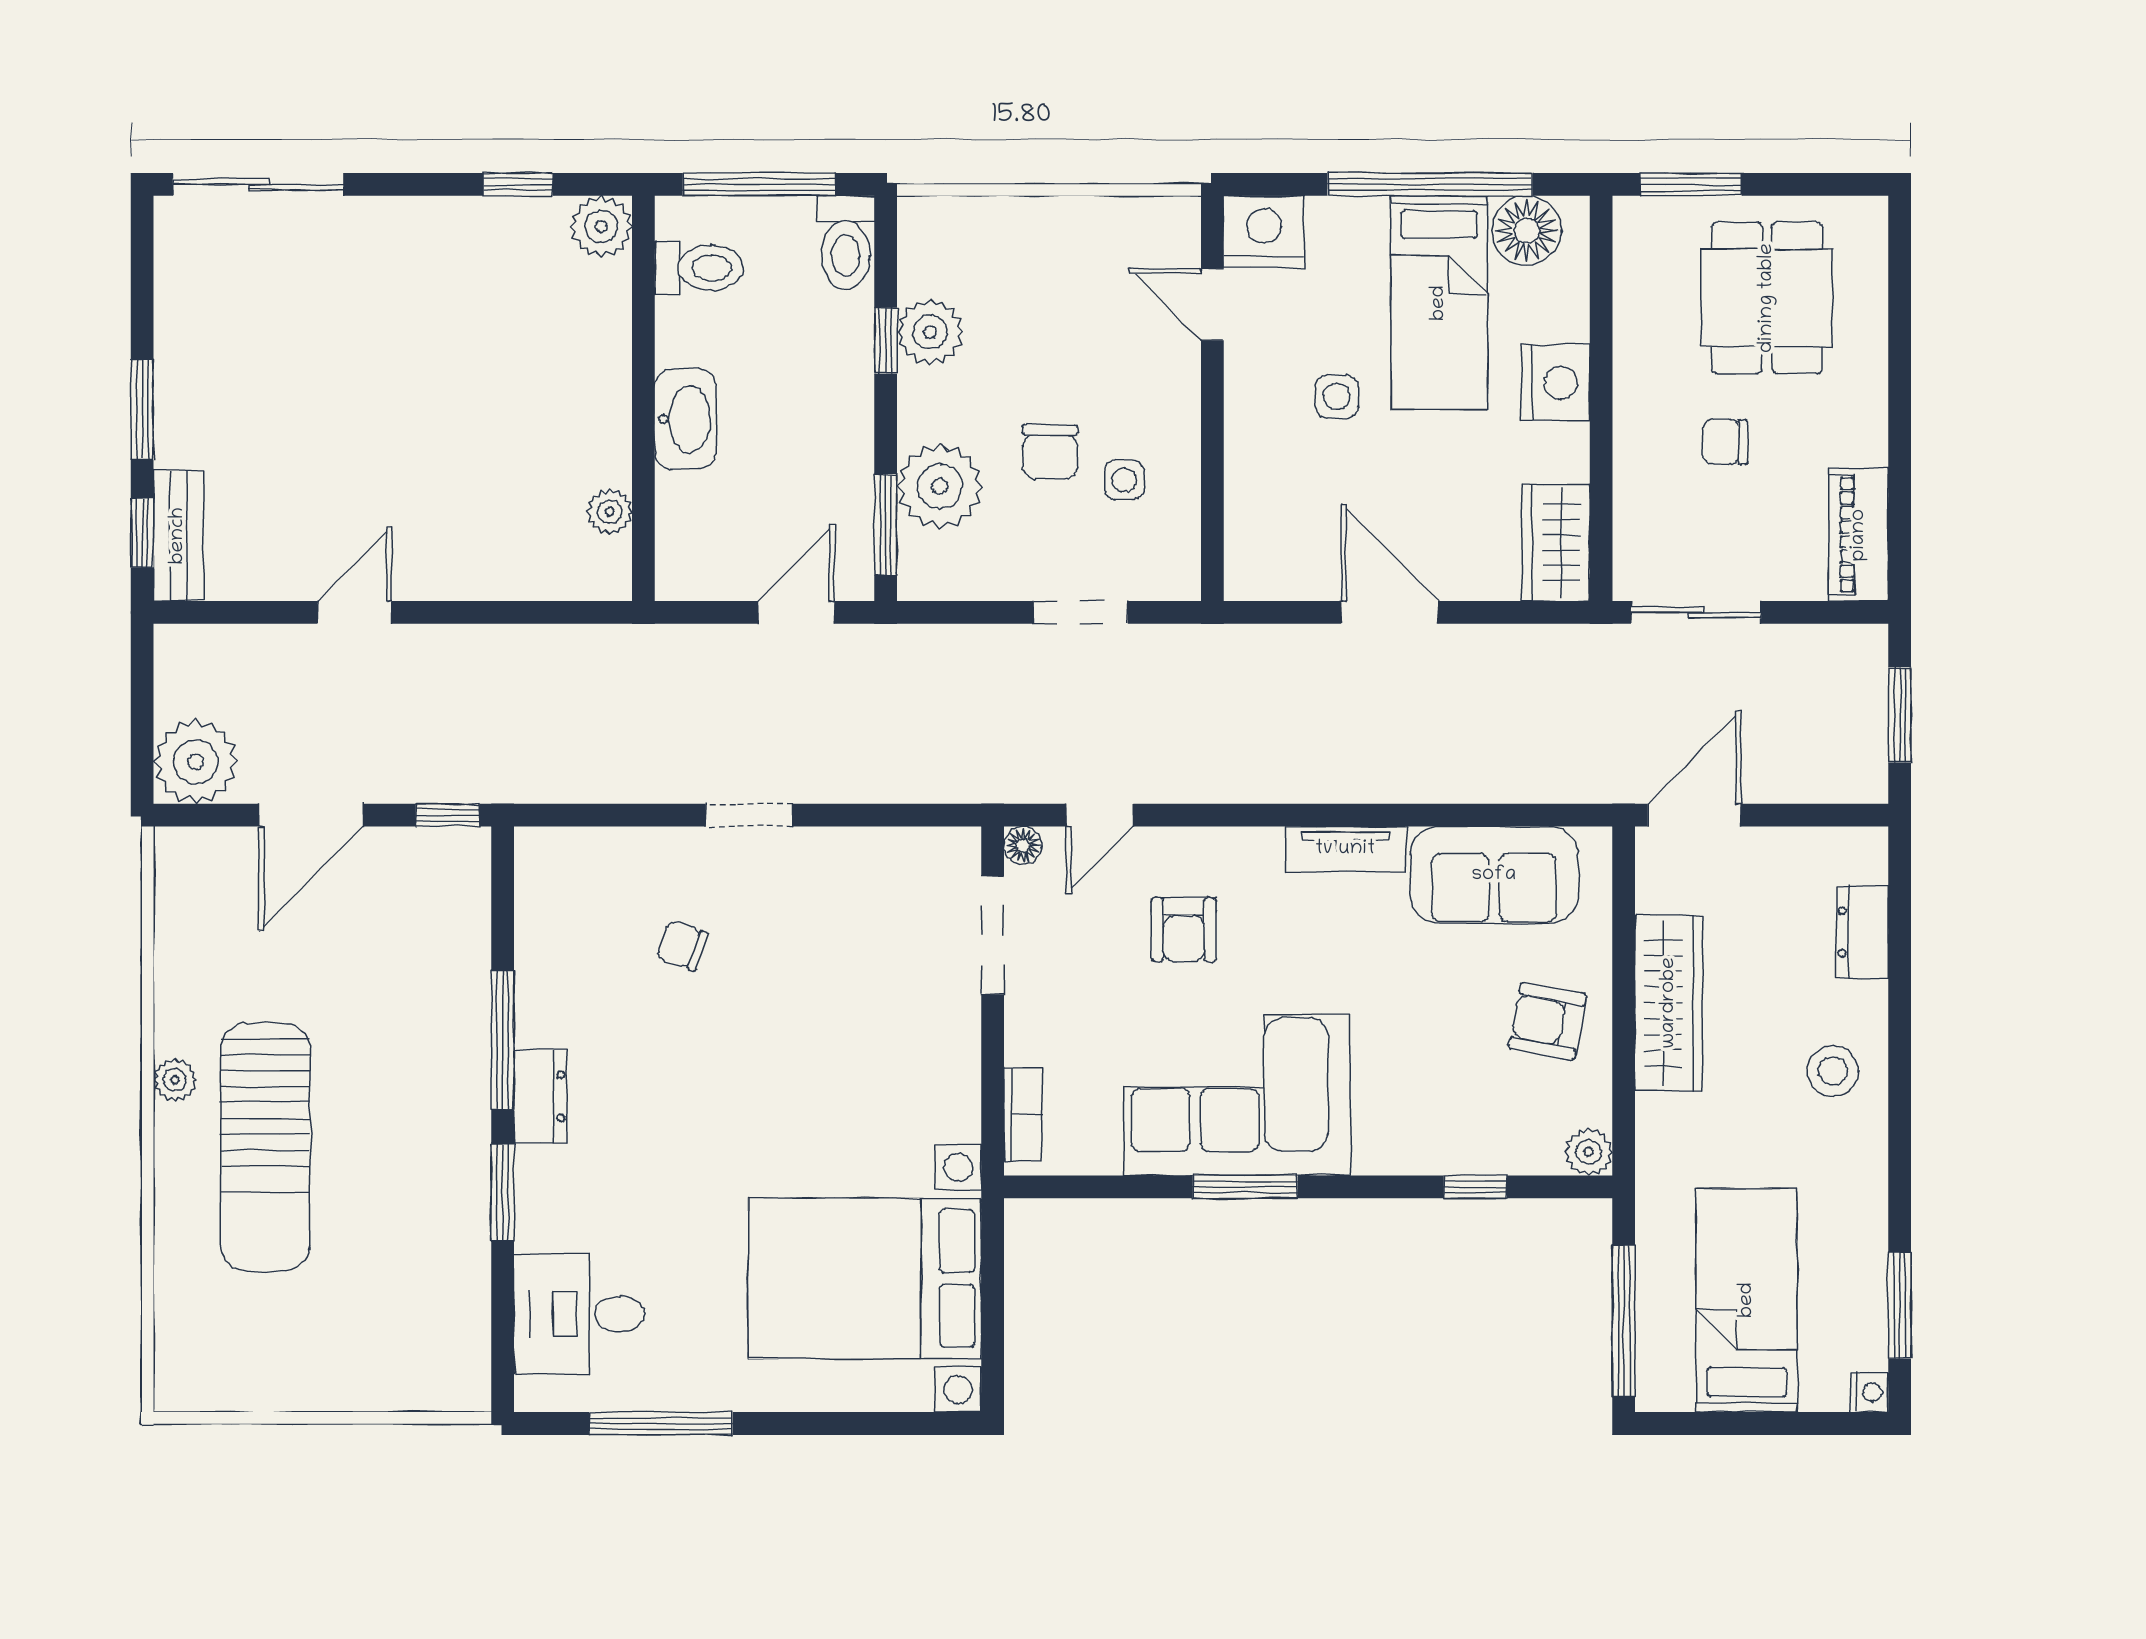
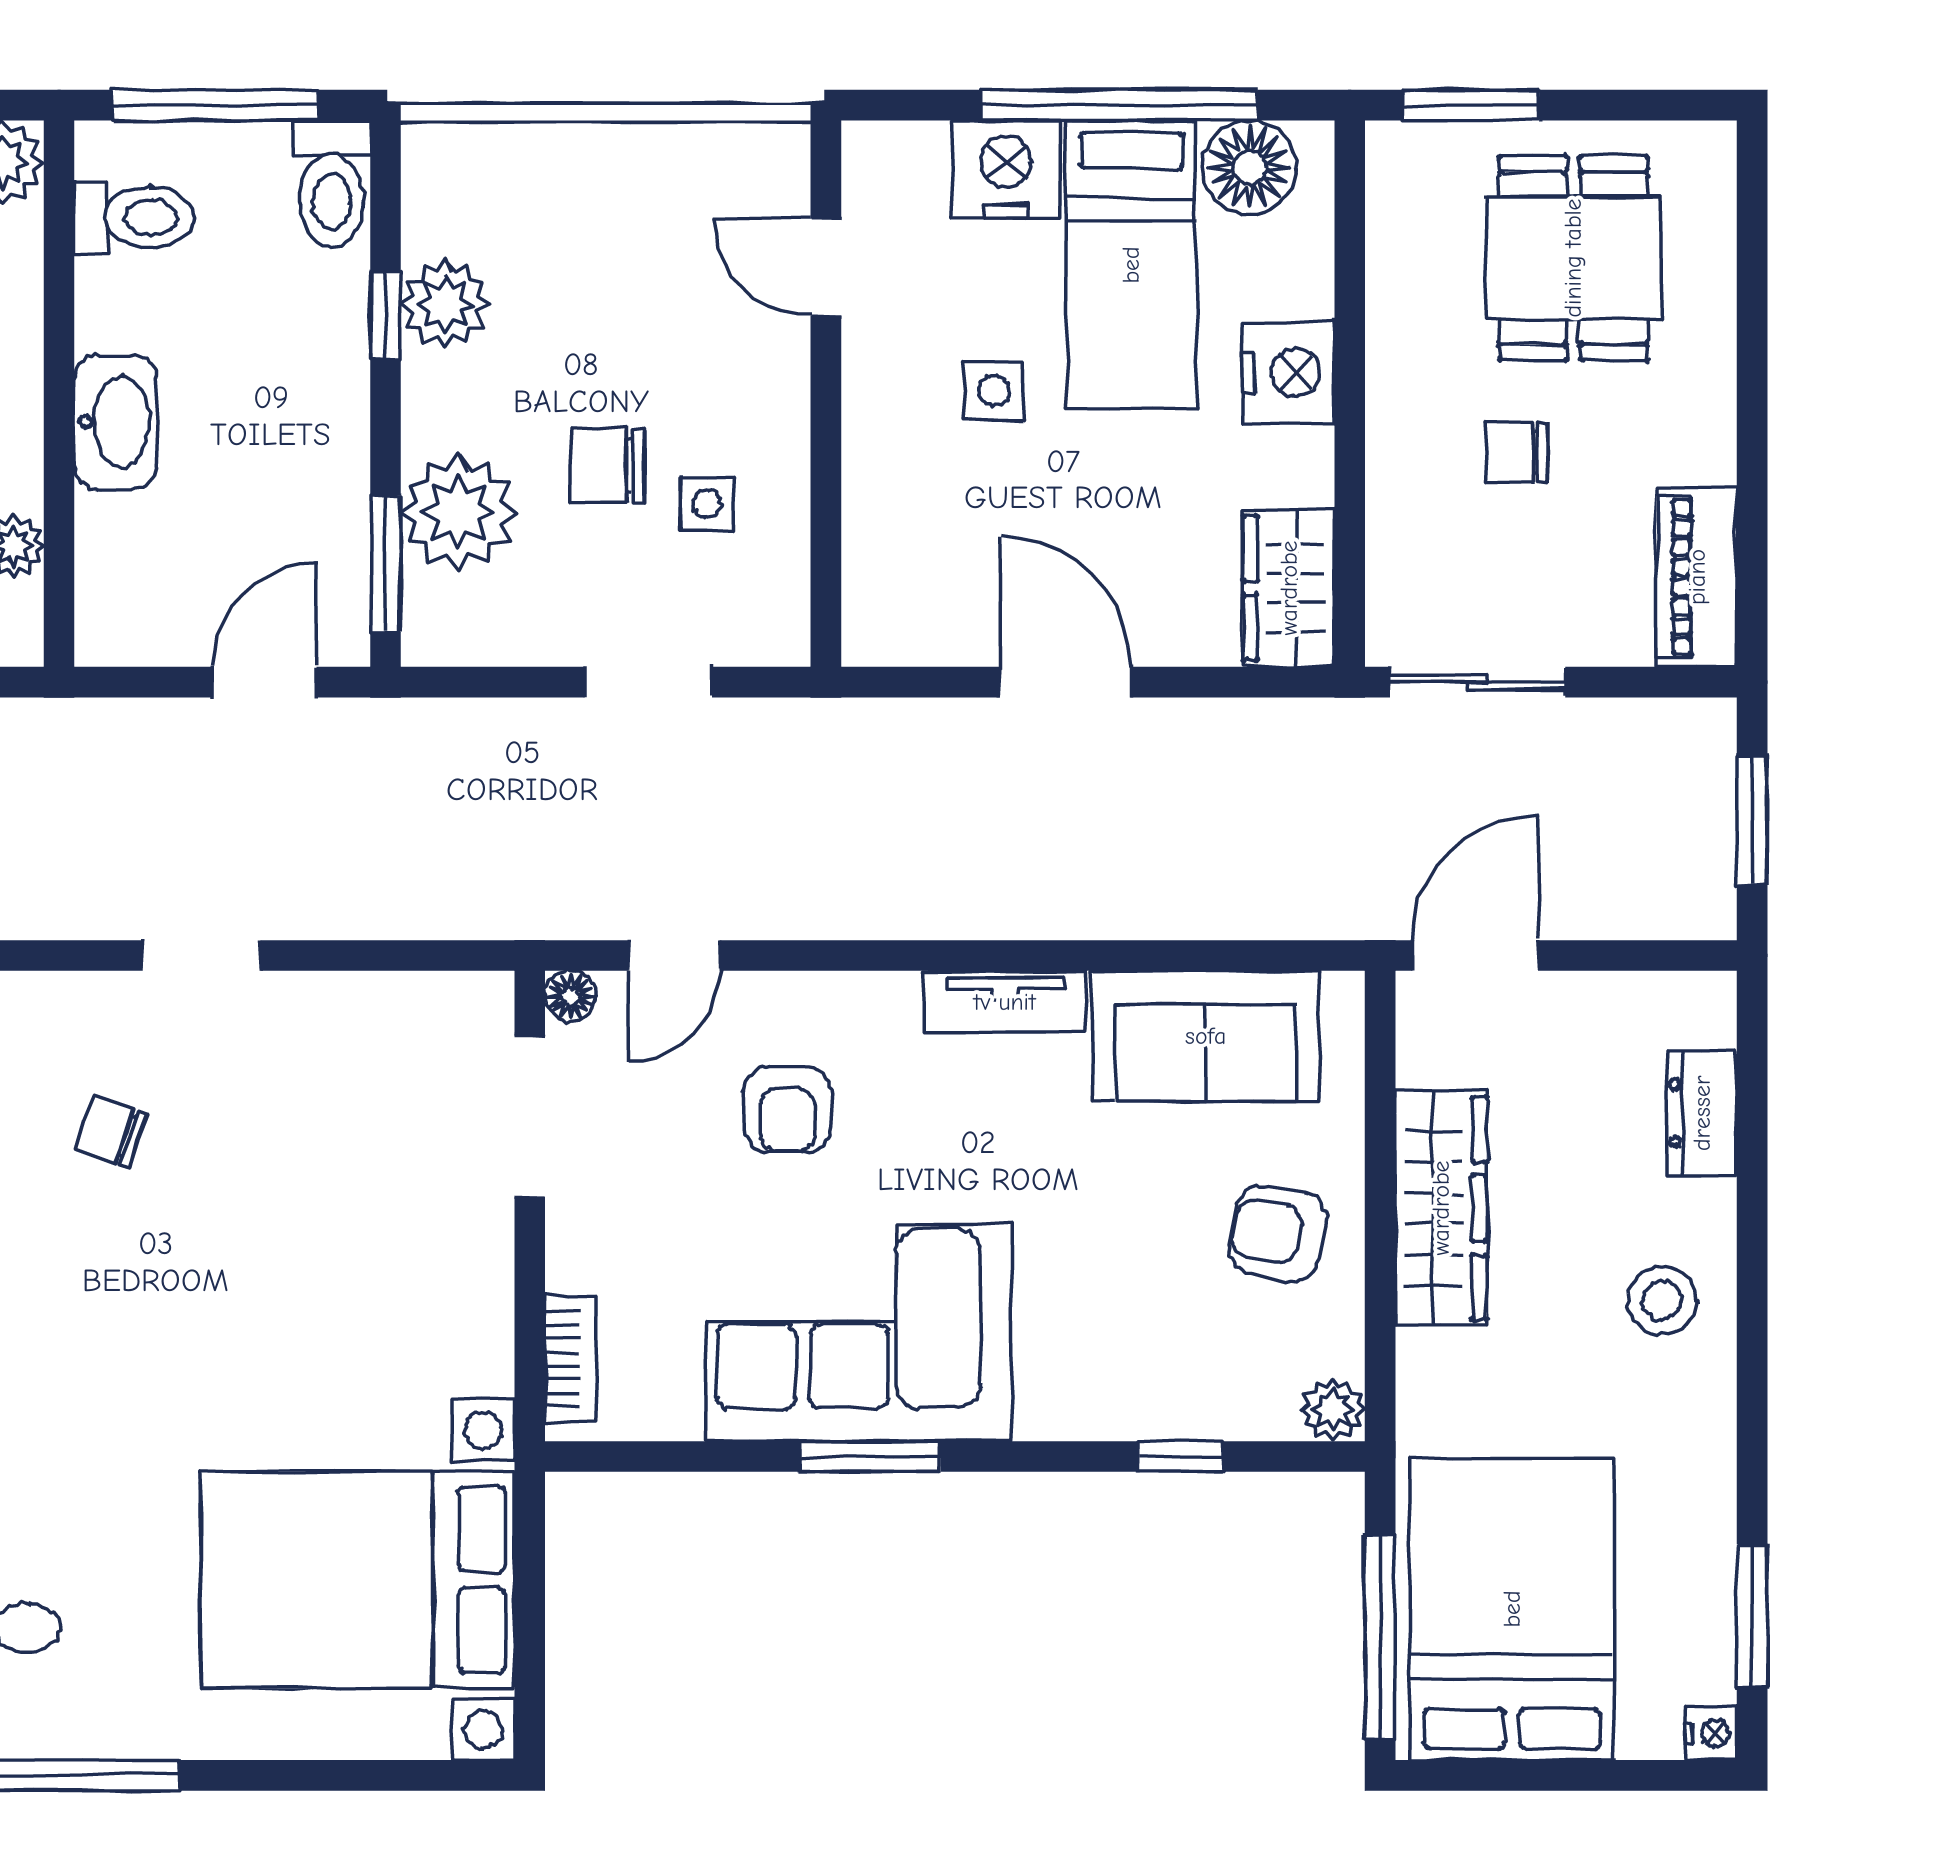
nightstand: (1264, 232) -> (1006, 169), moved
chair: (1050, 452) -> (607, 465), turned 90
bed: (1747, 1300) -> (1512, 1609), width x1.50

